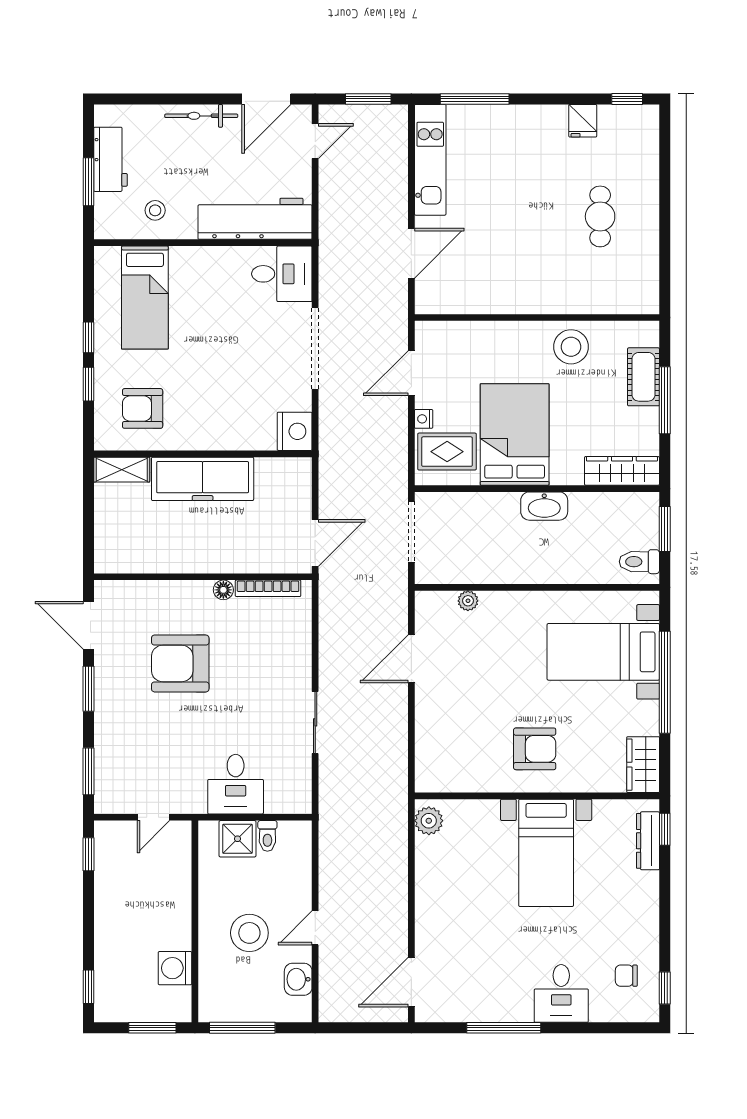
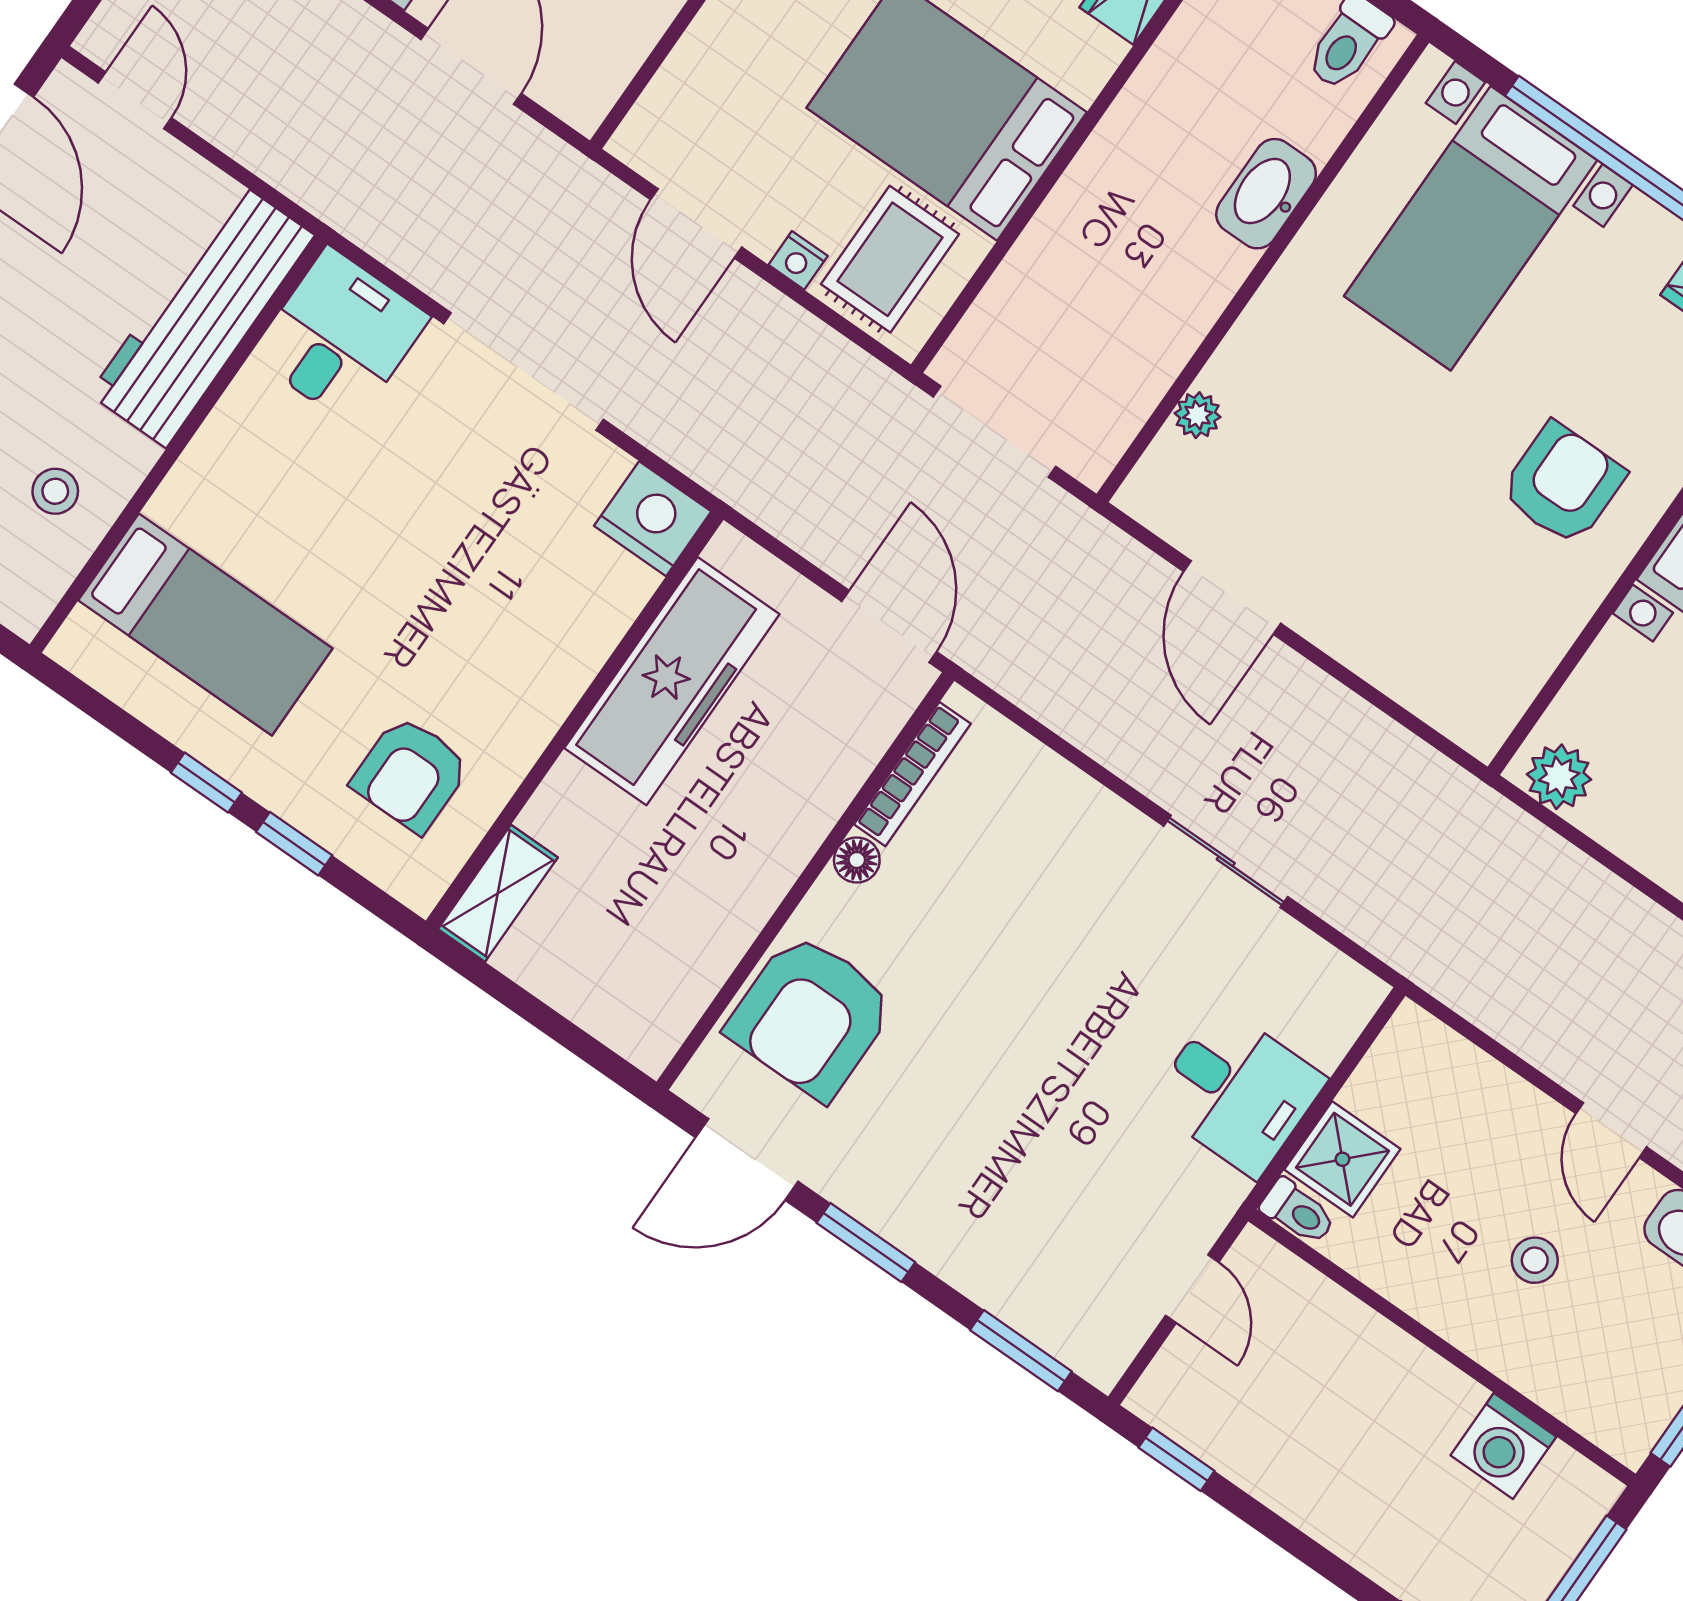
freezer: (203, 479) -> (672, 681), moved
washbasin: (544, 506) -> (1266, 194), moved, turned 180
armchair: (180, 663) -> (811, 1016), moved
toilet: (267, 836) -> (1298, 1212), moved
stool: (249, 933) -> (1535, 1260), width x0.53, depth x0.53

